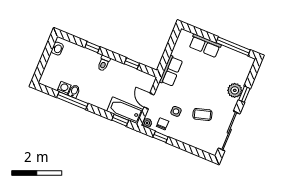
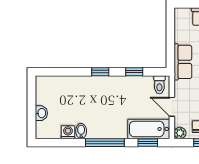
window: (92, 47) -> (100, 72), moved
washbasin: (57, 49) -> (41, 113), moved
toilet: (104, 63) -> (159, 85), moved
window: (72, 101) -> (105, 143), moved

